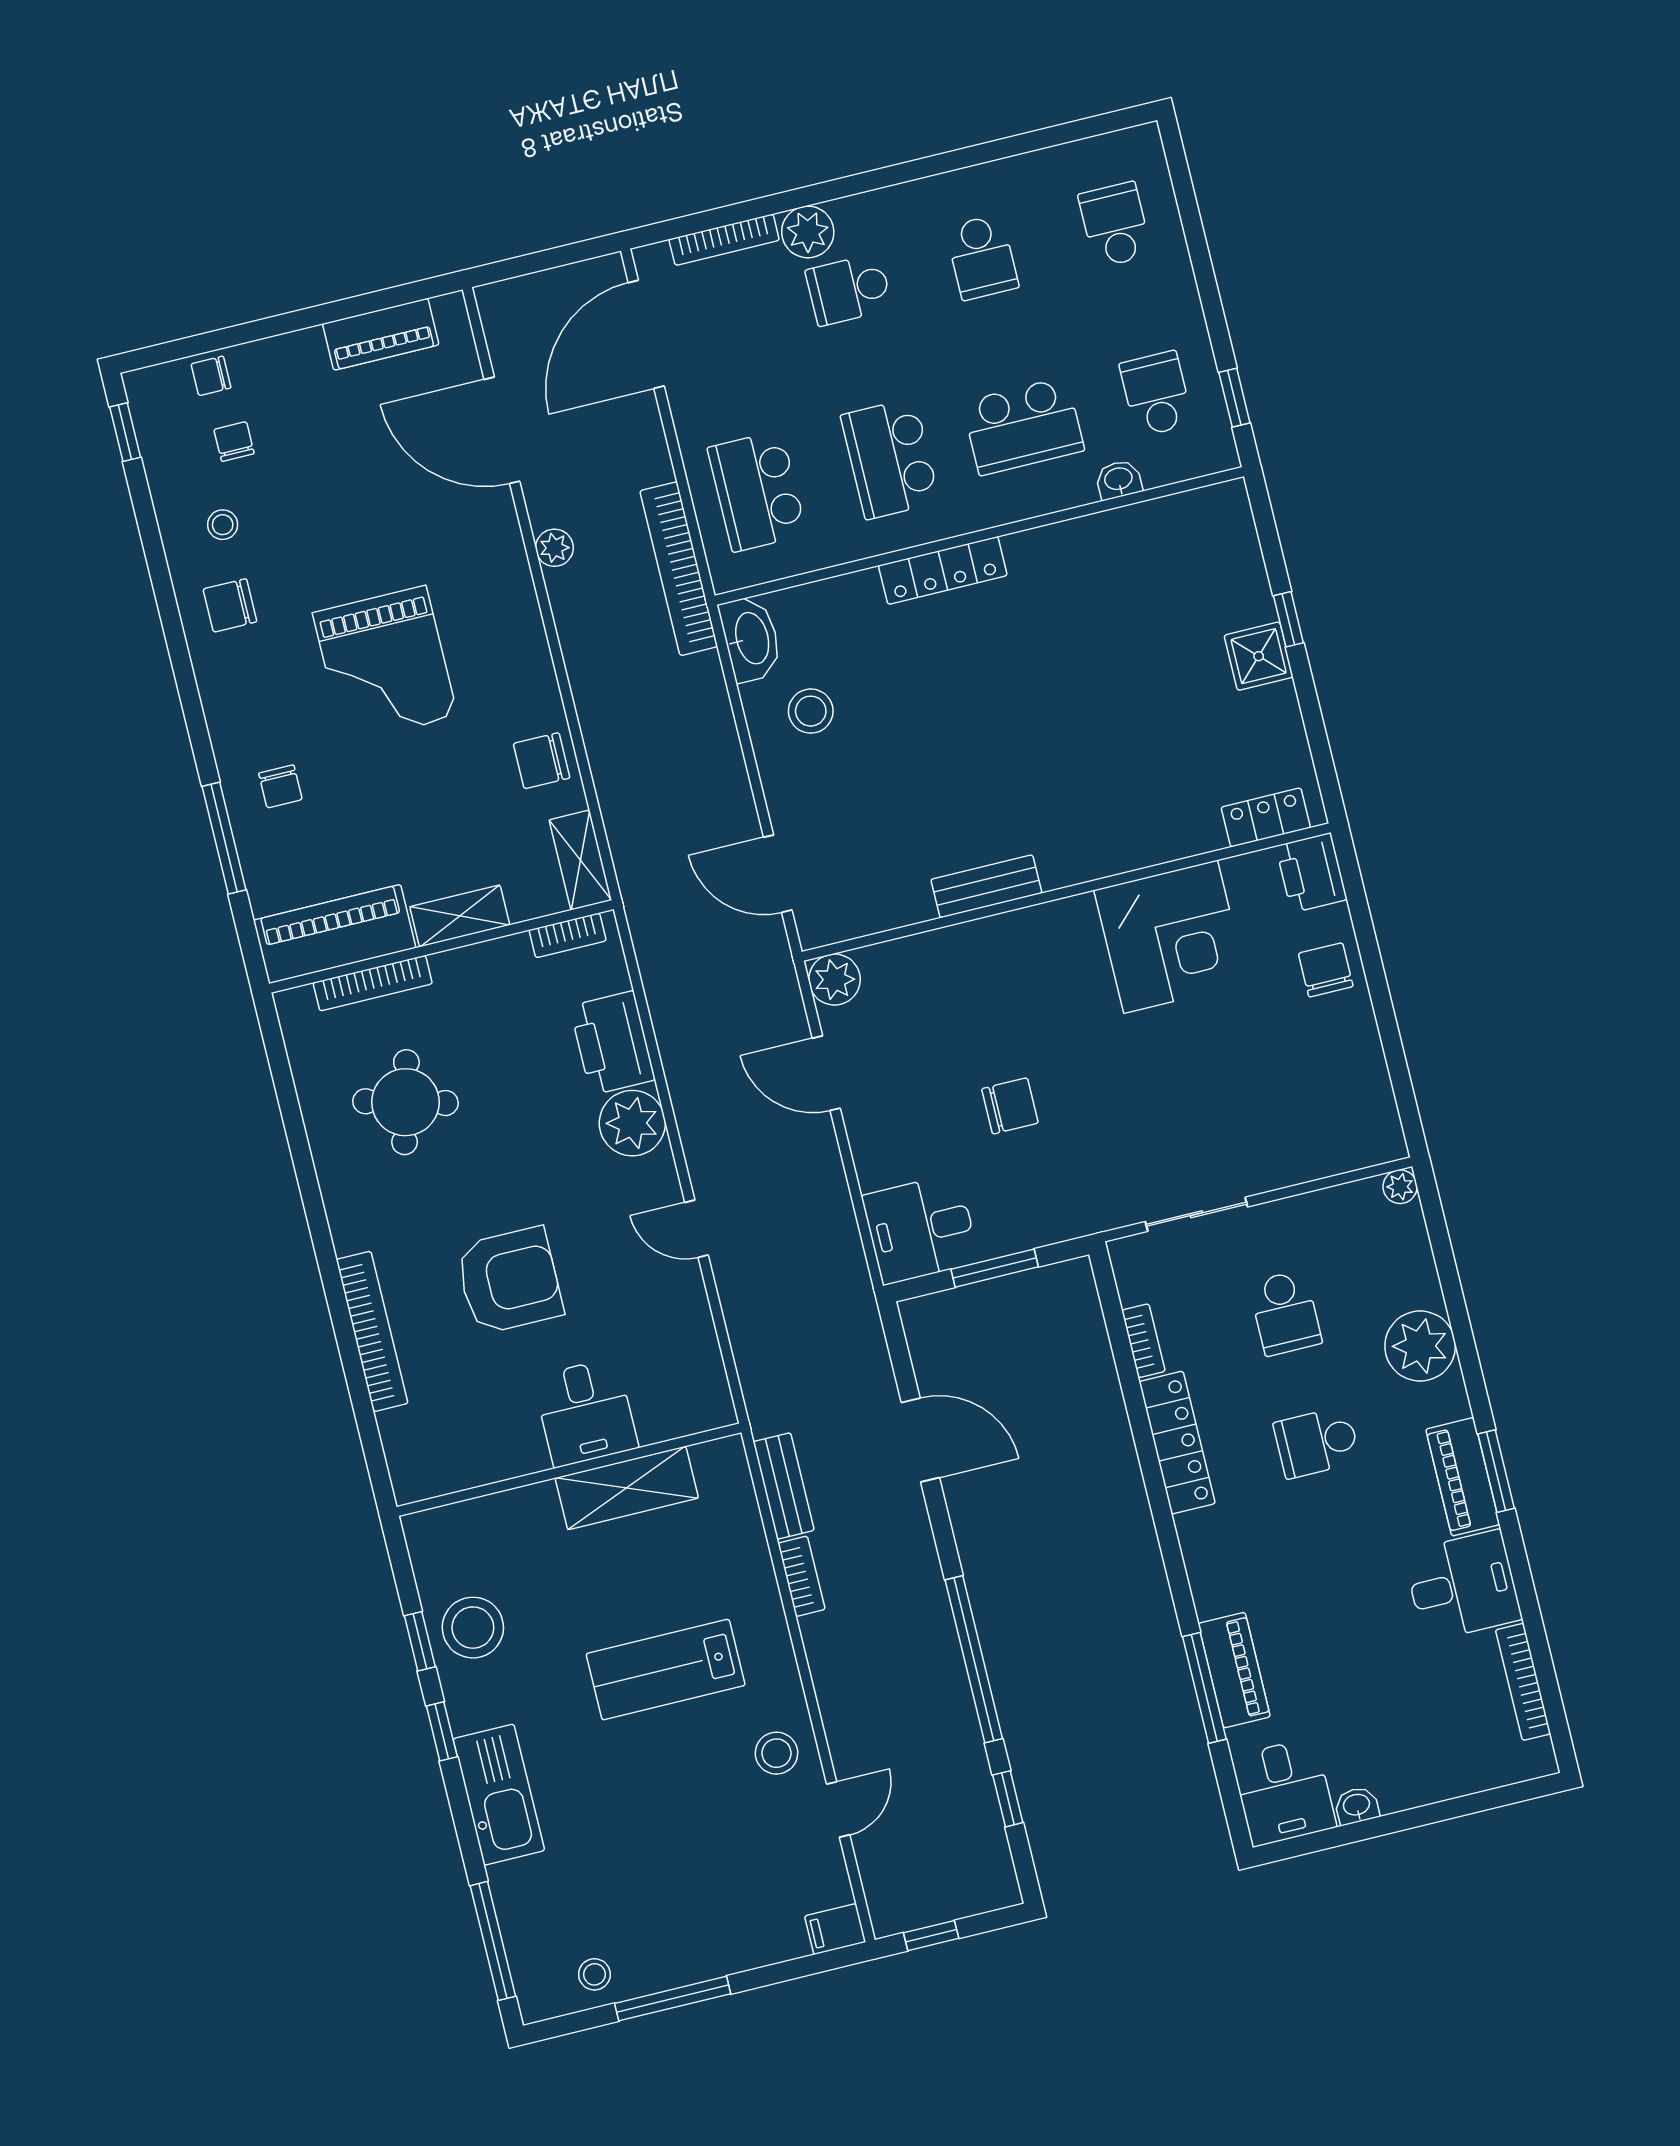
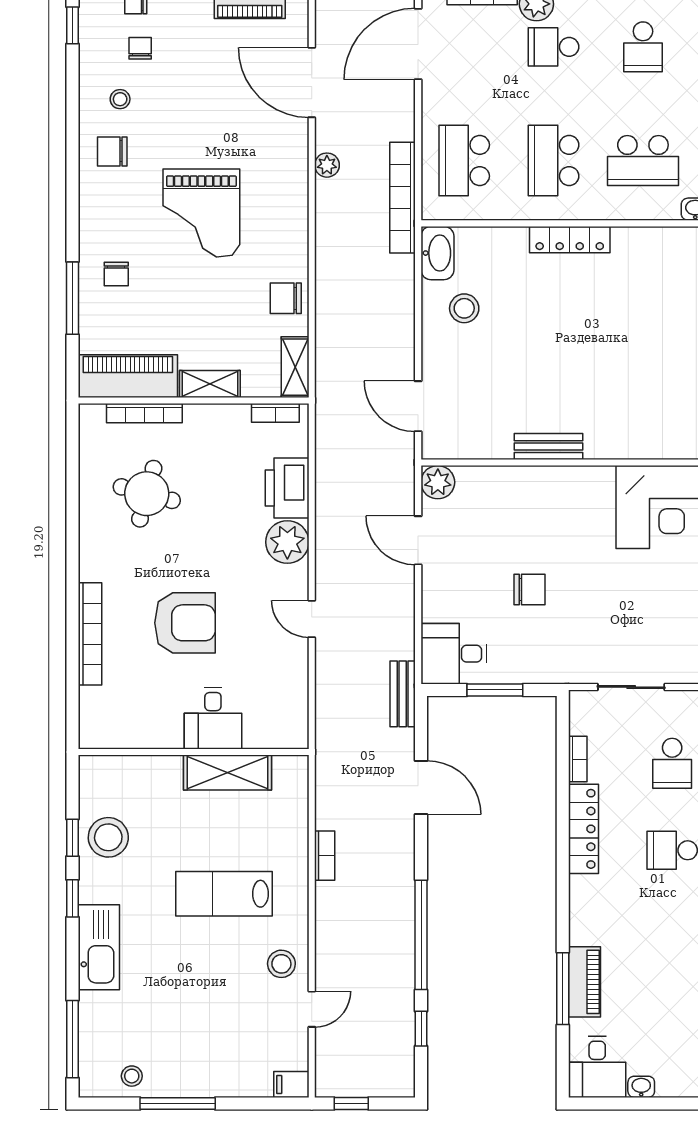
bench: (784, 1486) -> (403, 694), moved

